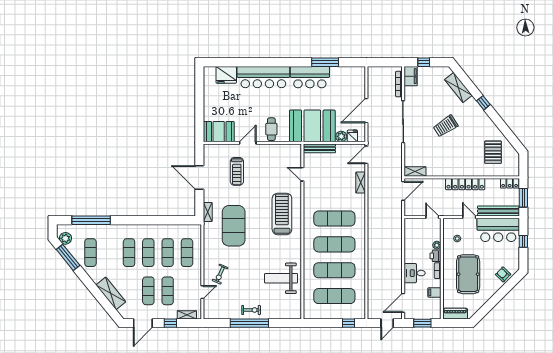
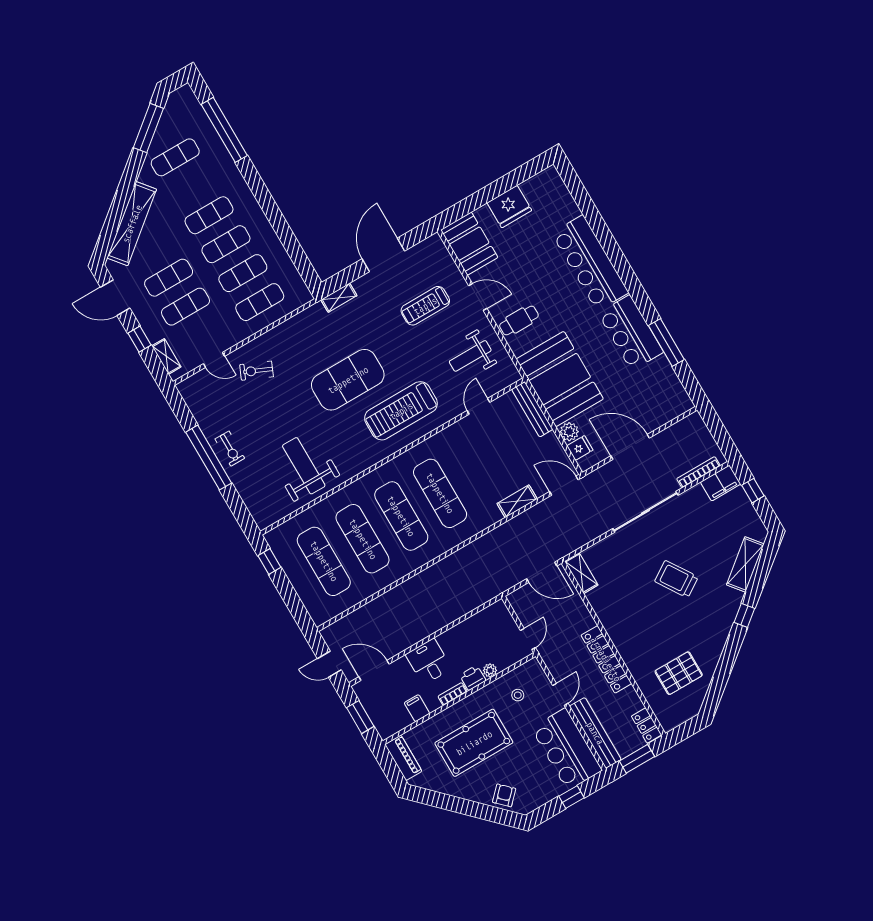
fridge: (226, 75) -> (509, 207), moved, turned -90
weight bench: (275, 164) -> (470, 356), added
treadmill: (282, 214) -> (401, 411), turned 180
exercise mat: (234, 226) -> (348, 380), moved
plant: (65, 238) -> (175, 107), removed
shelving: (111, 293) -> (132, 224), width x1.47
window: (349, 323) -> (269, 562), moved

